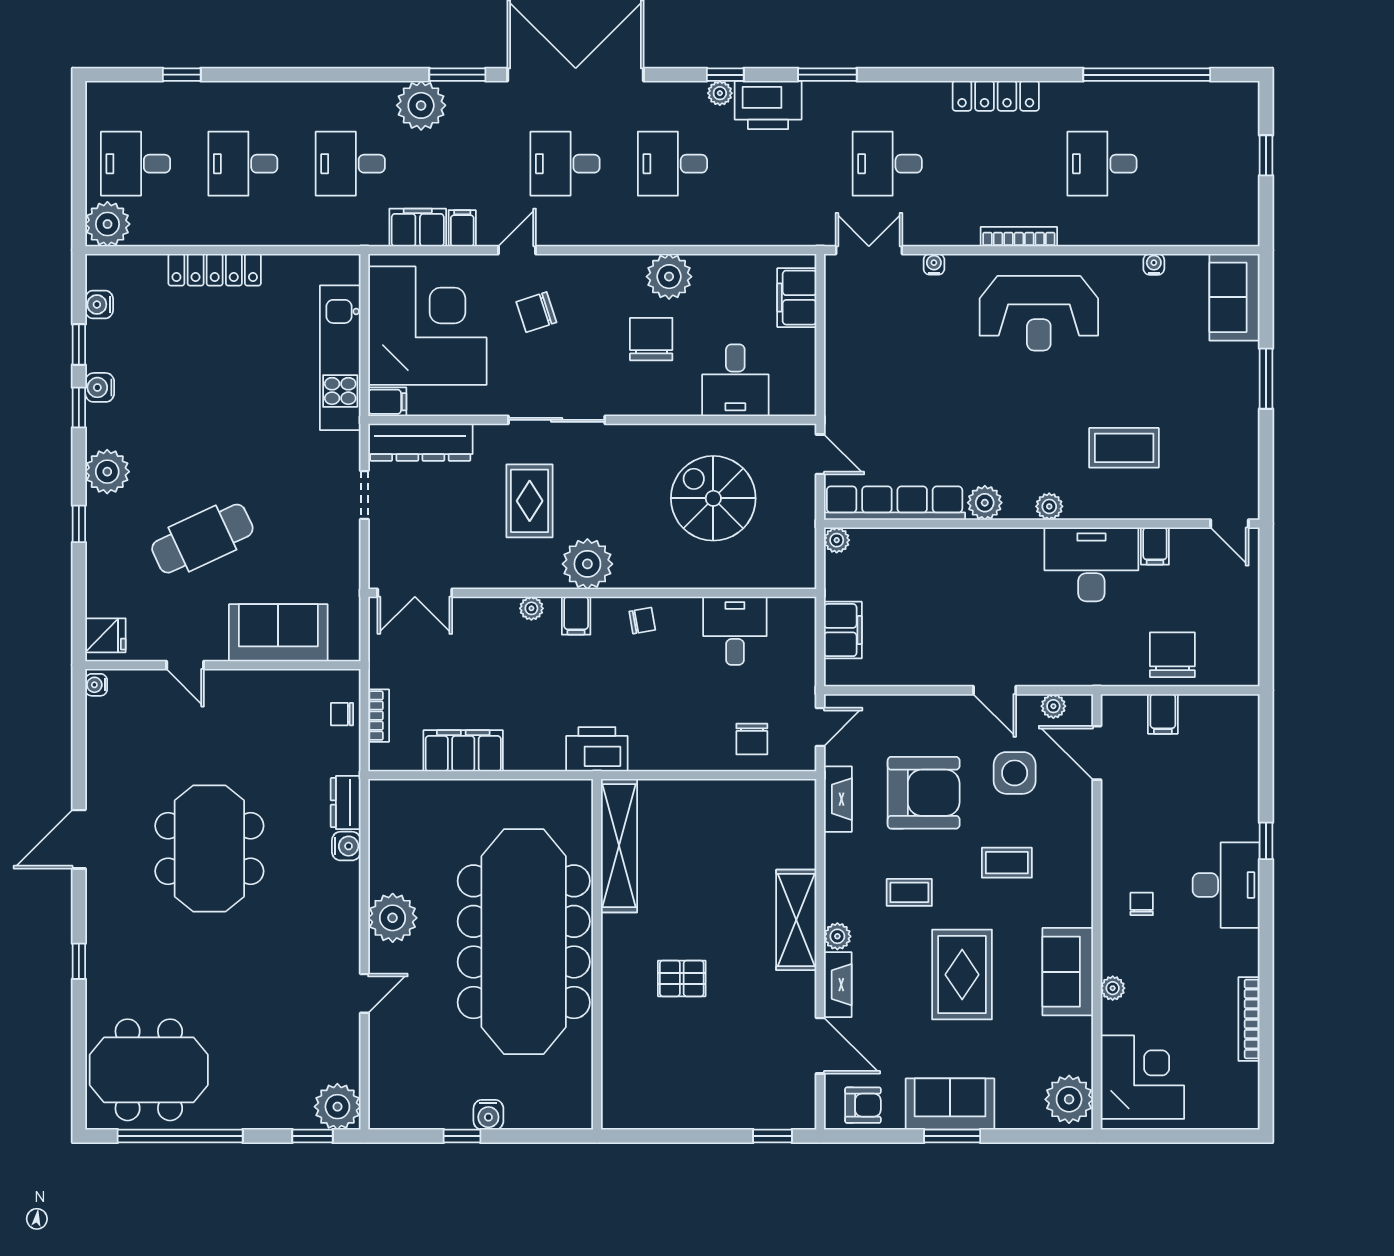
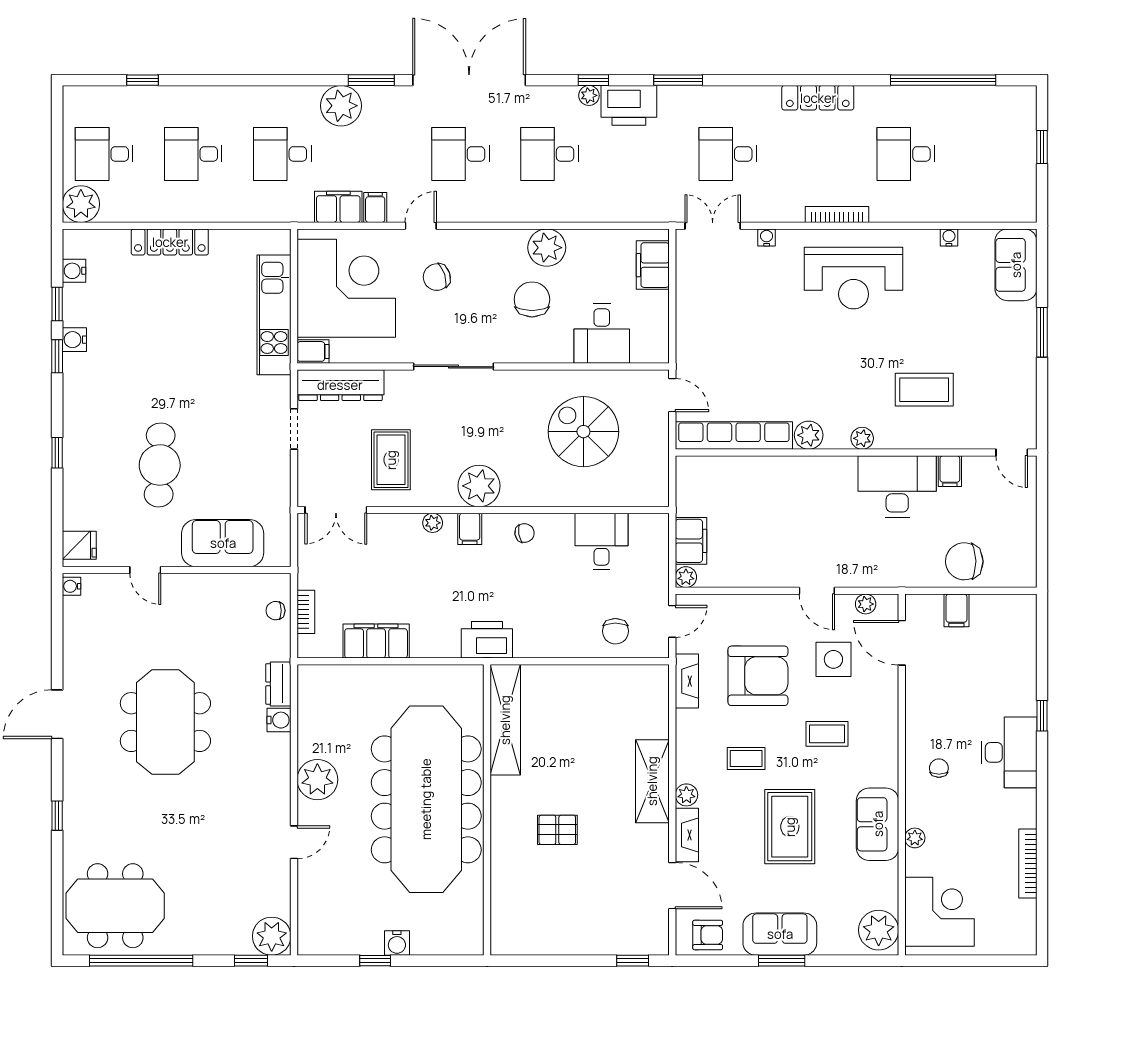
plant: (107, 472) -> (81, 409), removed
rug: (530, 501) -> (391, 460), moved
cafe table: (202, 539) -> (160, 465), turned -63
plant: (837, 540) -> (686, 577), moved
chair: (1172, 655) -> (964, 561), turned -91

